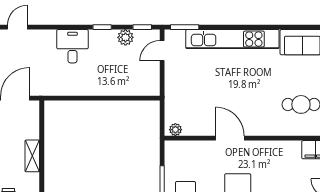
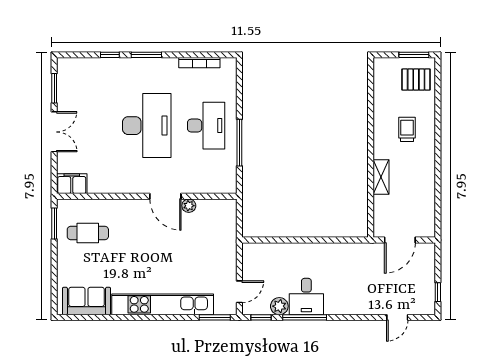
window: (102, 27) -> (305, 317), width x2.17
desk: (72, 46) -> (306, 297), moved
plant: (175, 130) -> (189, 206), moved

